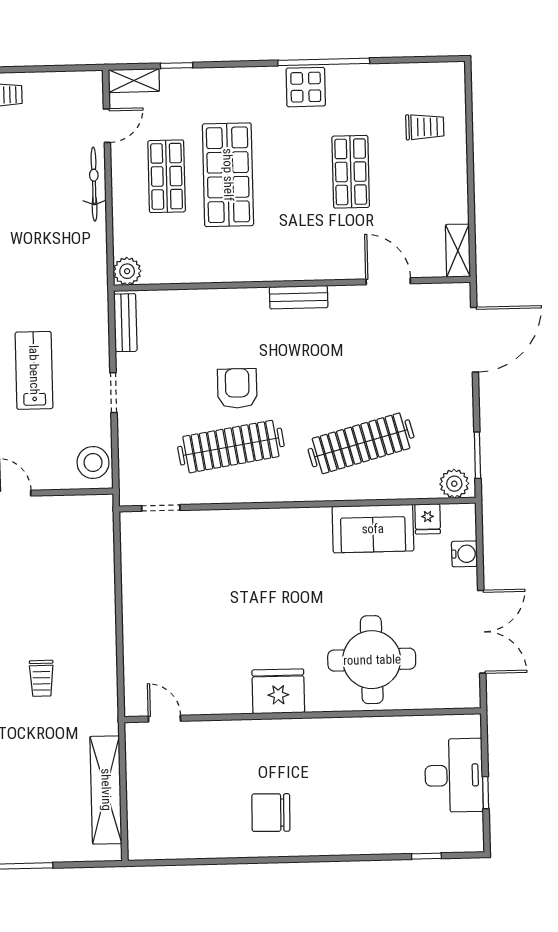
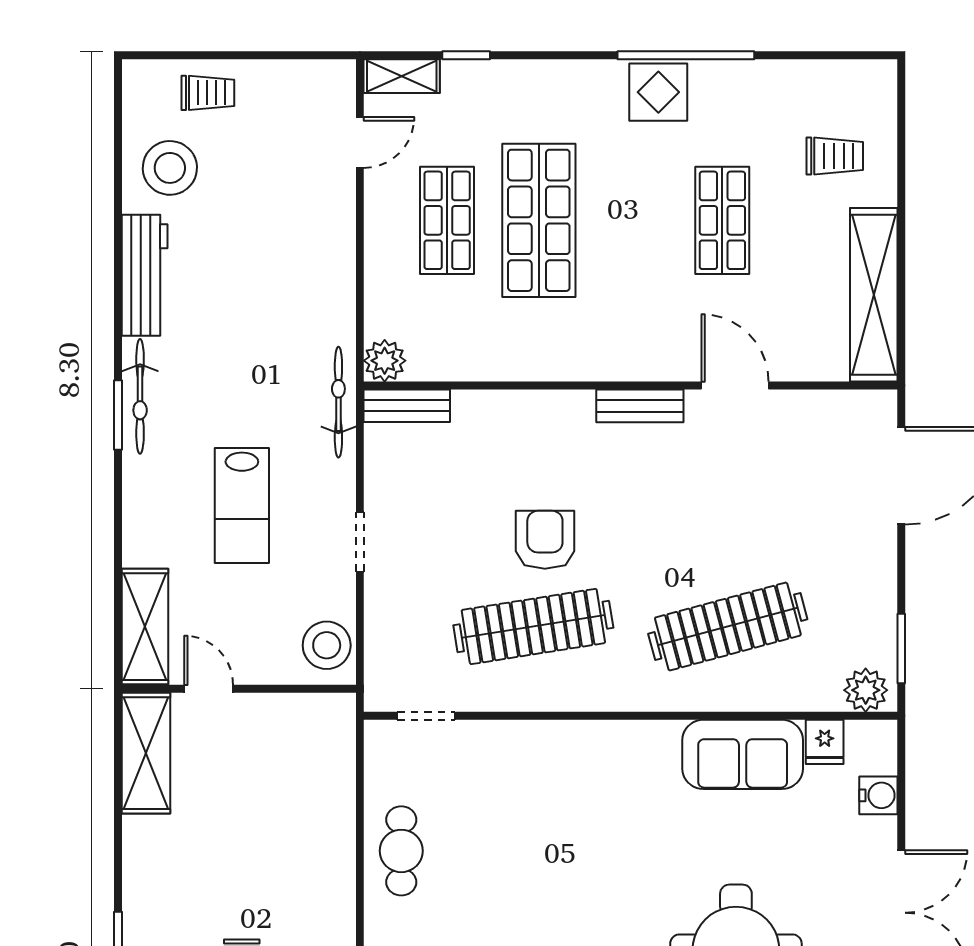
bicycle: (94, 184) -> (338, 402), moved
shelving: (458, 251) -> (874, 295), width x2.20, depth x1.33
door: (388, 281) -> (735, 385), moved
bench: (125, 323) -> (407, 406), moved, turned 90
lab bench: (34, 370) -> (242, 506), turned 180
cafe table: (146, 599) -> (401, 851), added

